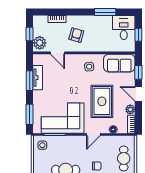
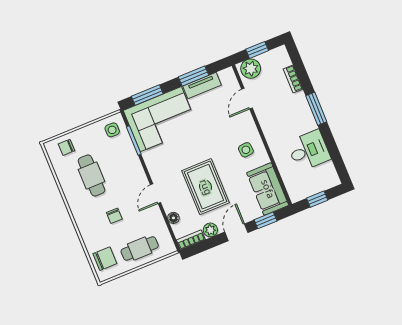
window: (105, 12) -> (316, 109), moved
desk: (124, 28) -> (309, 151), moved
armchair: (76, 35) -> (282, 114), removed
rug: (102, 101) -> (206, 187), turned 90
corner sofa: (63, 118) -> (161, 119), moved, turned 90
door: (93, 134) -> (156, 194), hinge flipped

